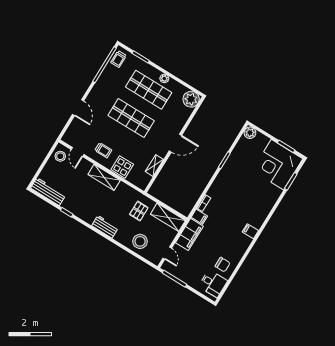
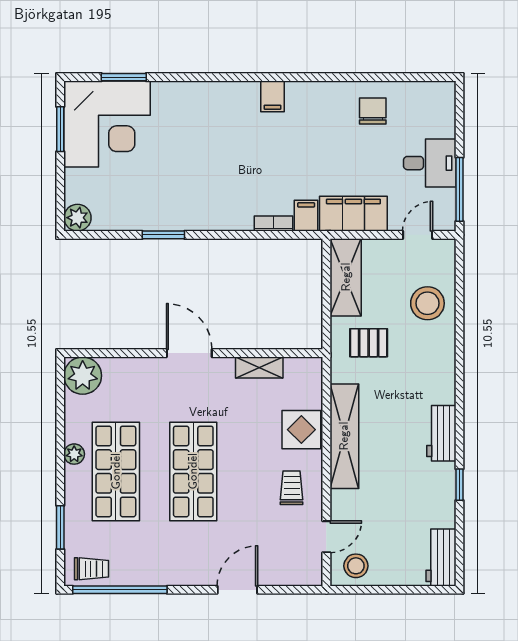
shelving: (104, 177) -> (344, 436), width x1.47
workbench: (48, 192) -> (441, 558), width x0.73
workbench: (105, 227) -> (441, 433), moved
desk: (213, 284) -> (430, 163), moved, turned 90

